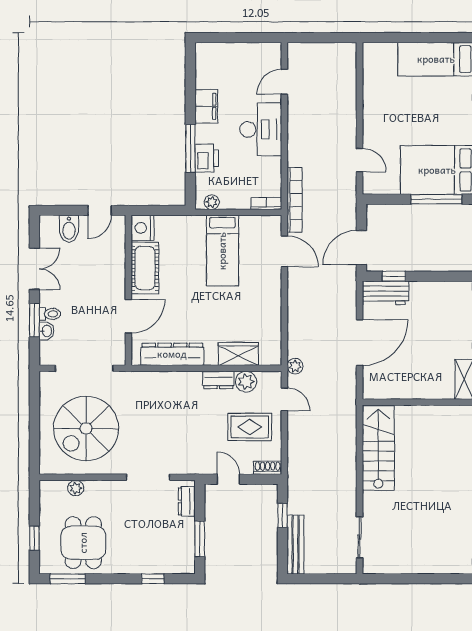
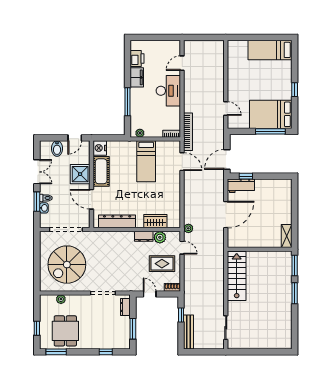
printer: (207, 158) -> (137, 59), moved
shower: (109, 273) -> (80, 174), added
door: (128, 316) -> (91, 199), swing flipped

